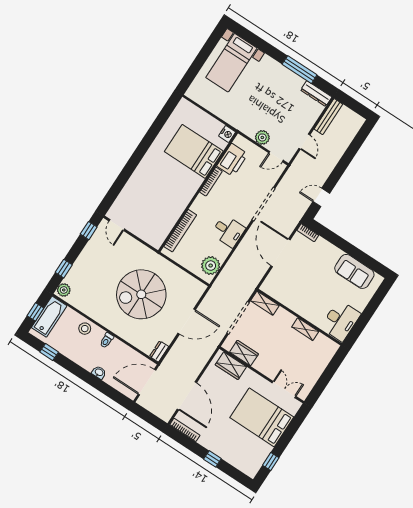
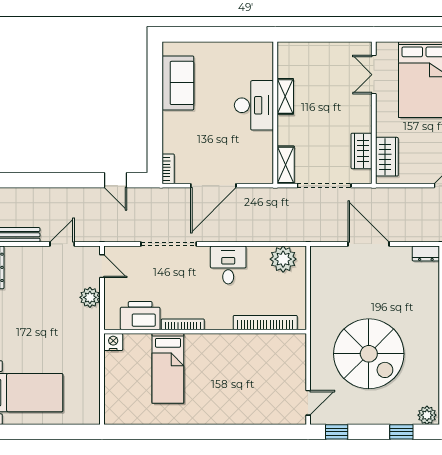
bed: (194, 151) -> (168, 368), width x0.67
spiral stairs: (141, 294) -> (369, 354), moved
desk: (340, 321) -> (254, 105), moved, turned 90

